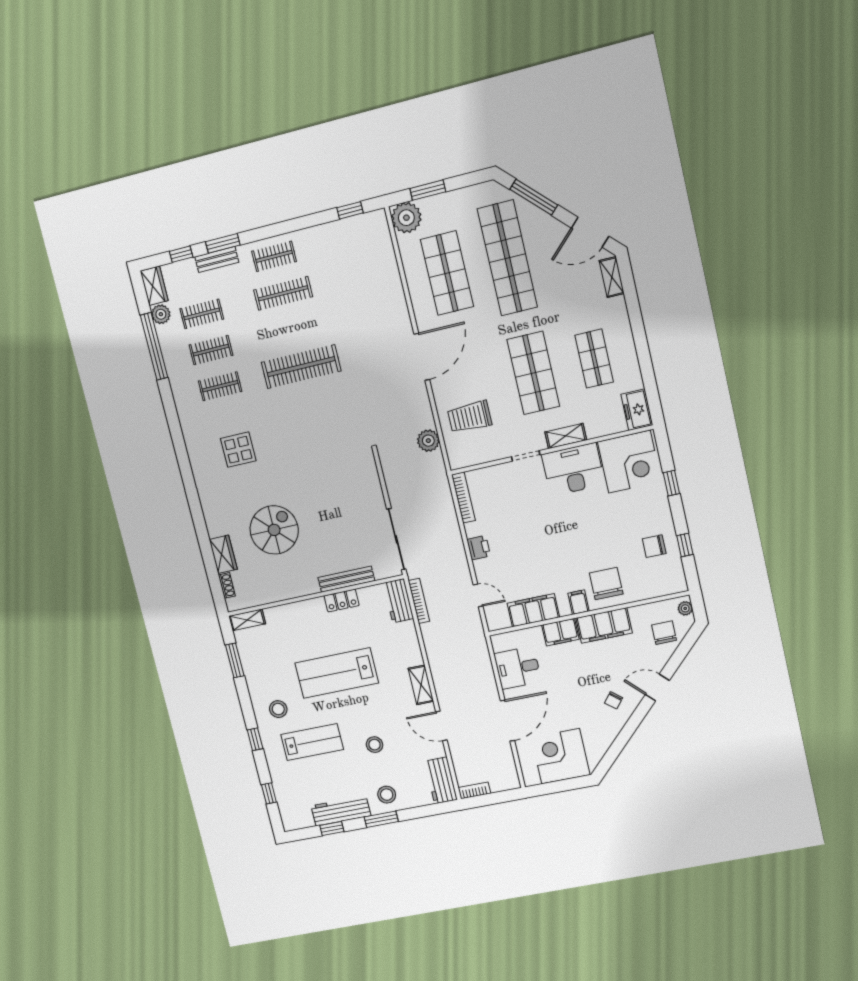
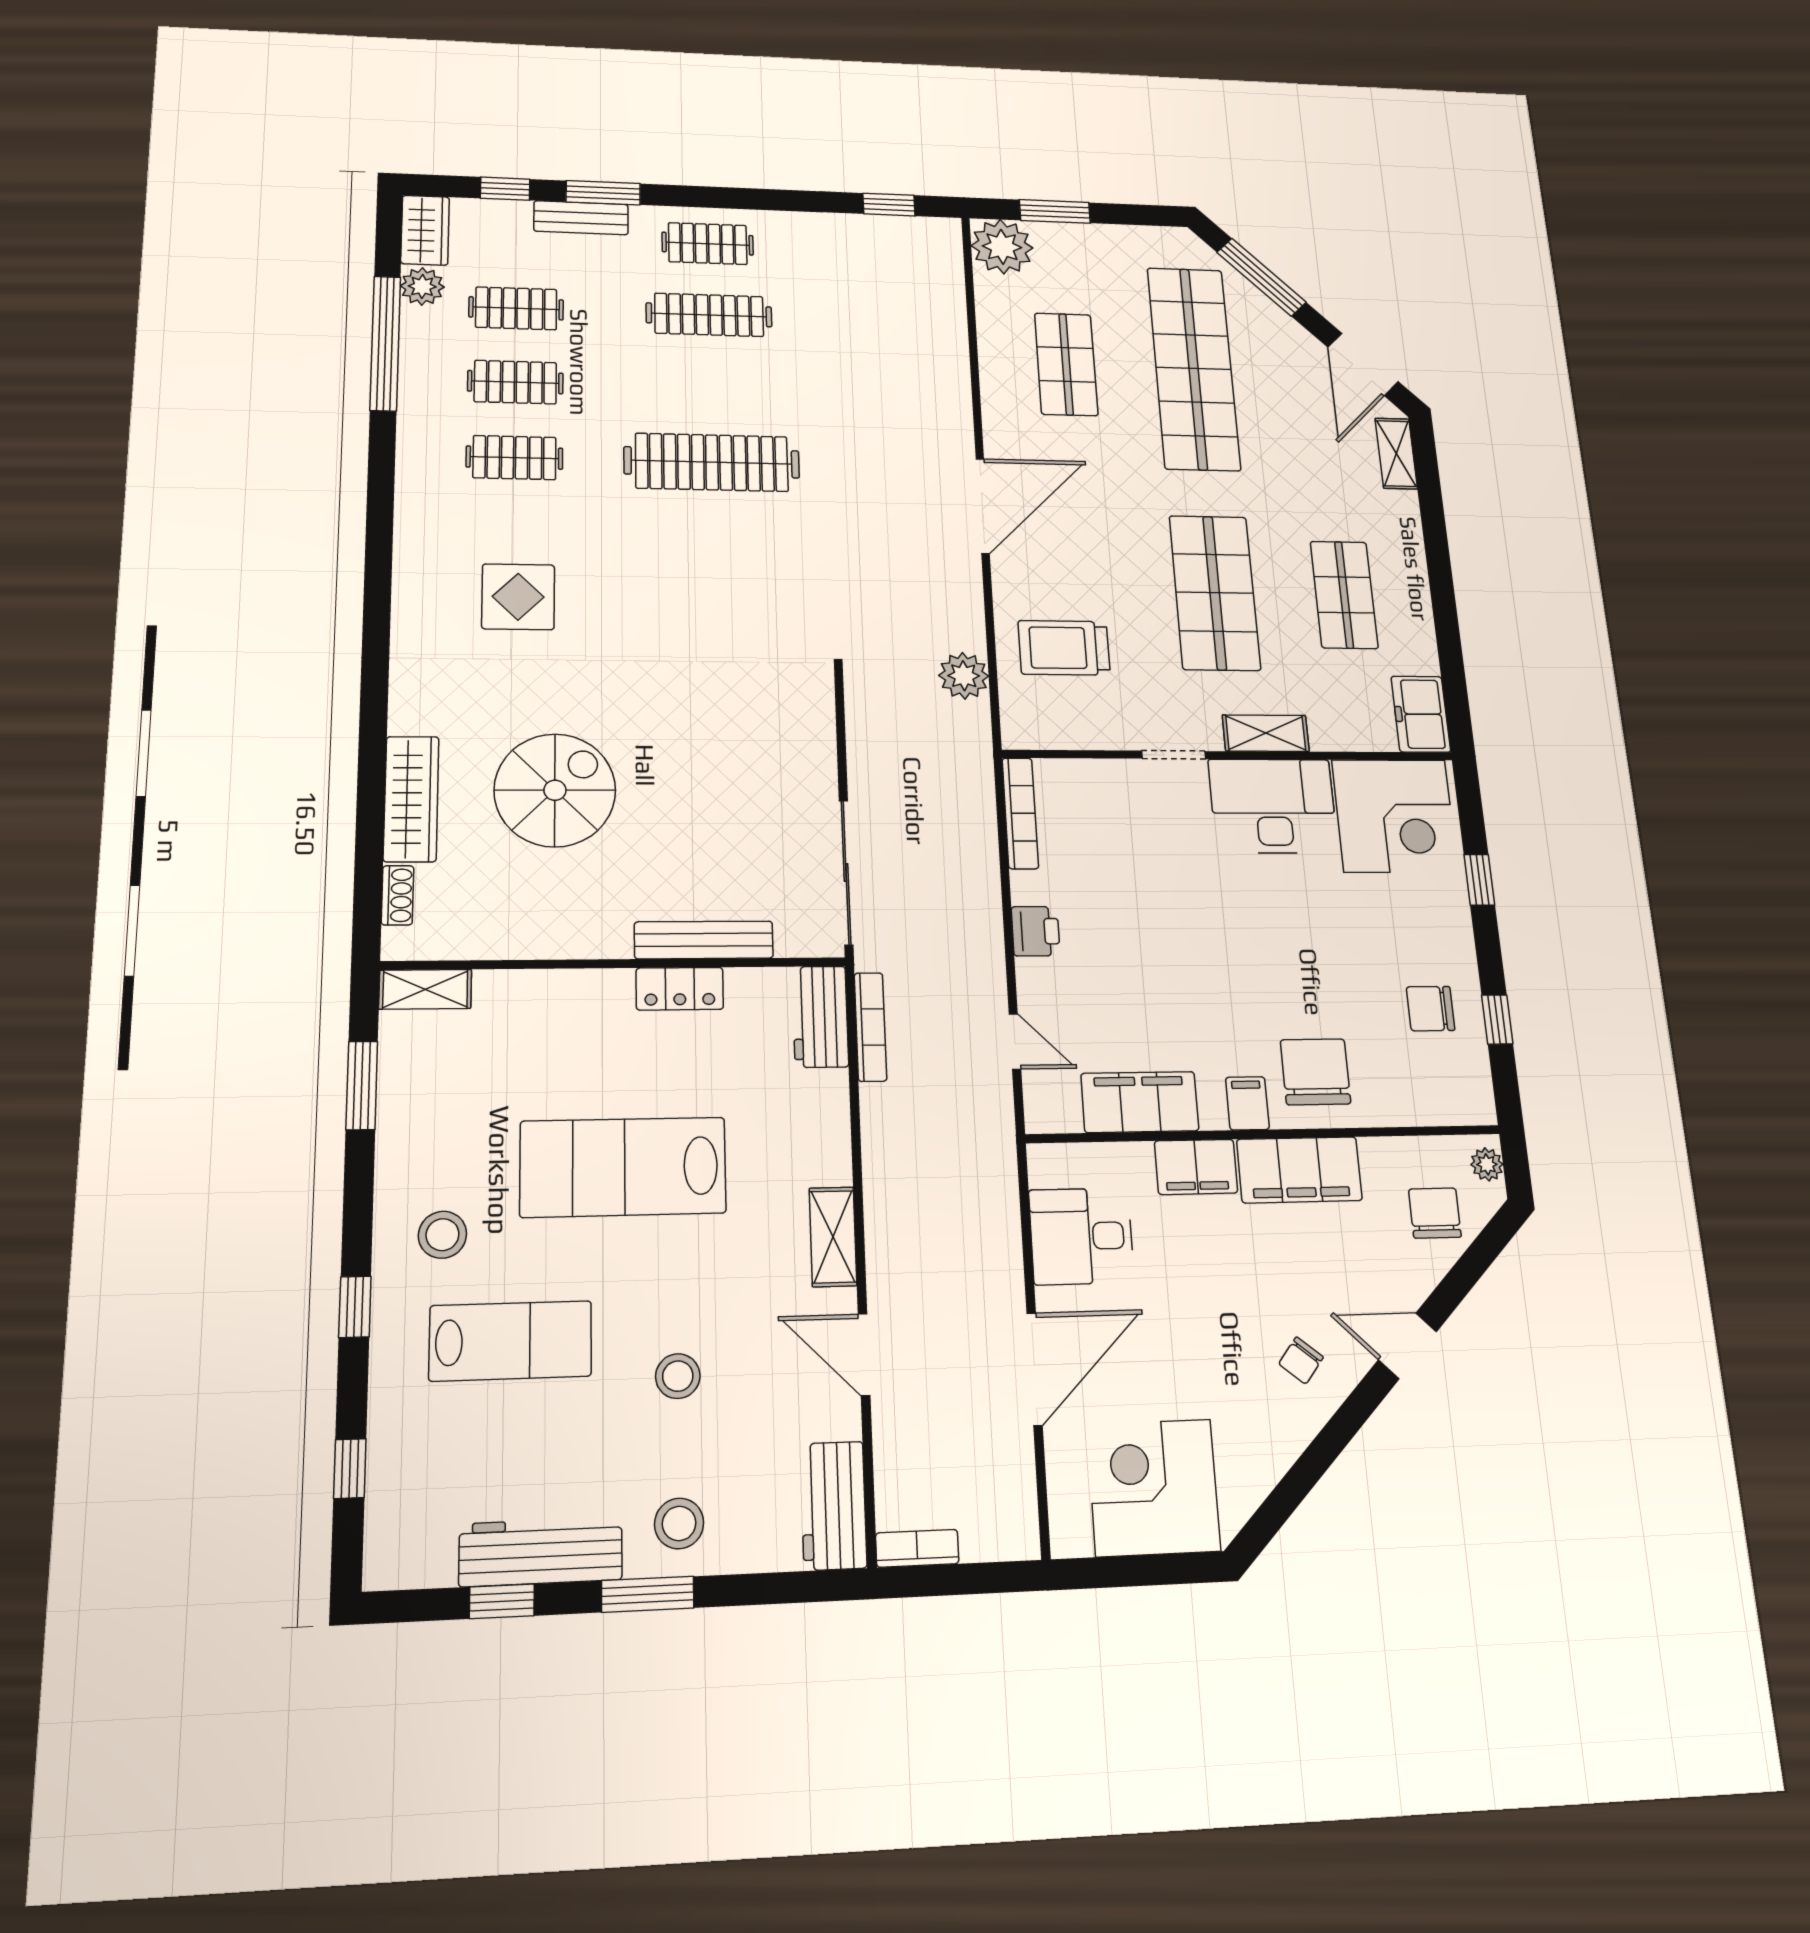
door: (590, 232) -> (1363, 364), hinge flipped
shop shelf: (447, 273) -> (1066, 364), width x0.70, depth x0.74
wardrobe: (223, 554) -> (411, 799), width x1.50

